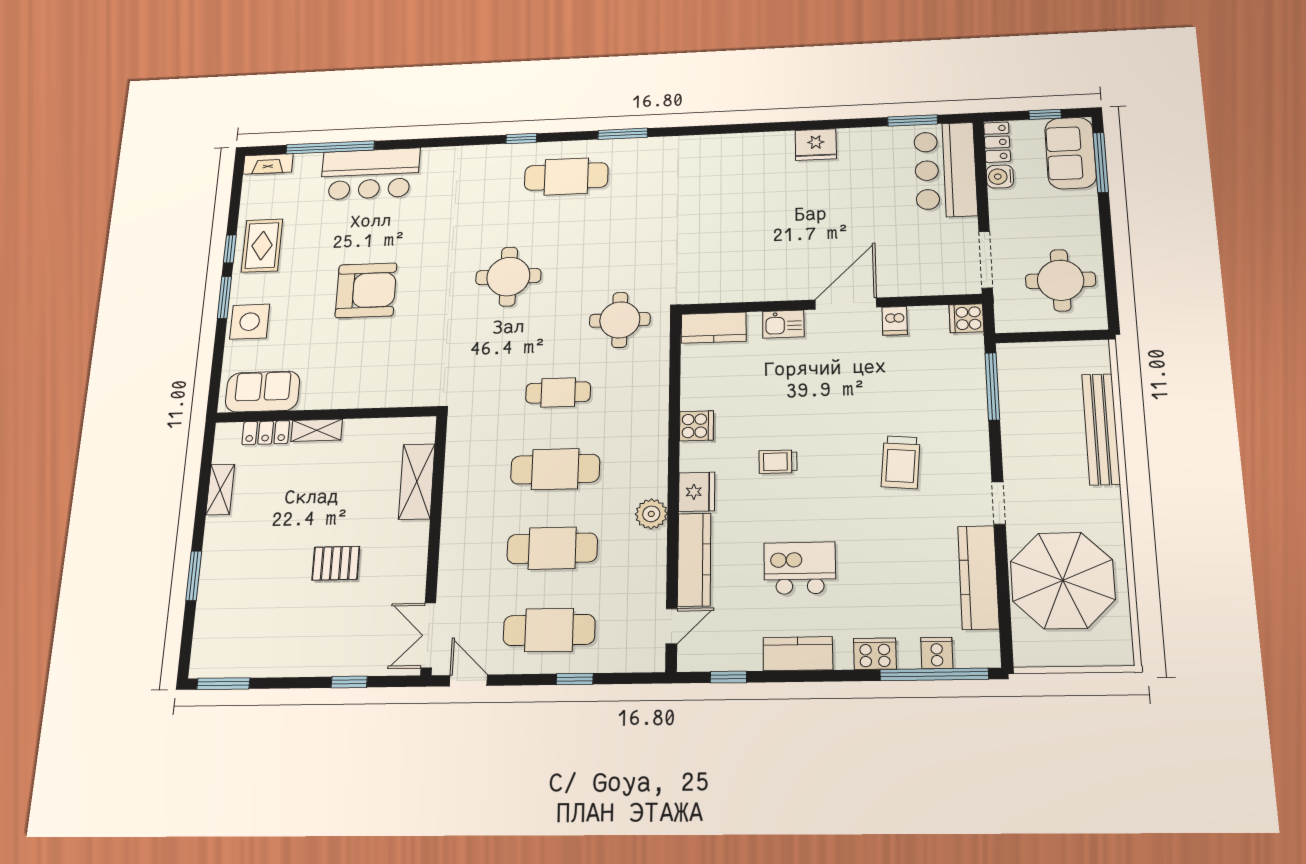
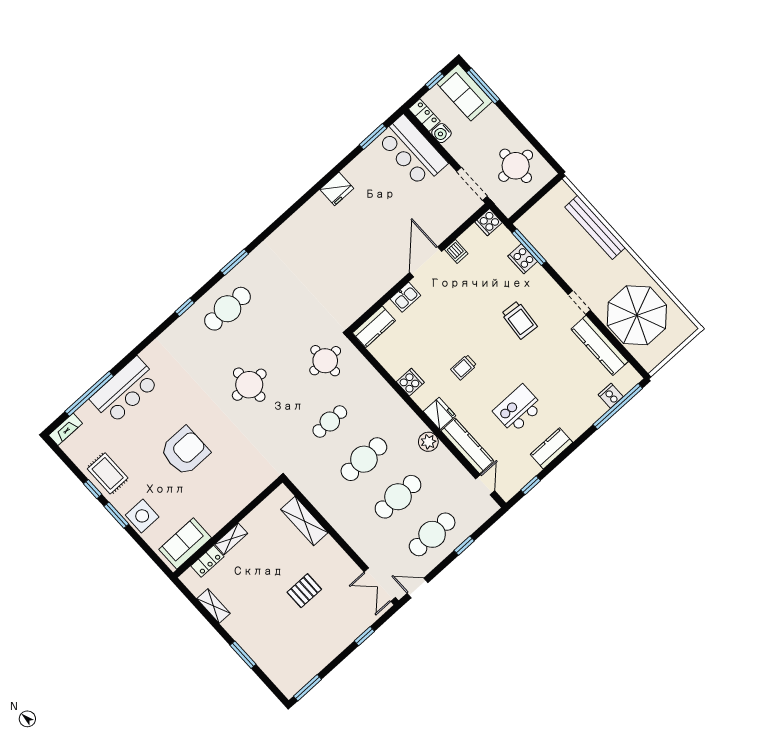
cooker: (875, 654) -> (523, 259), moved, turned -90

